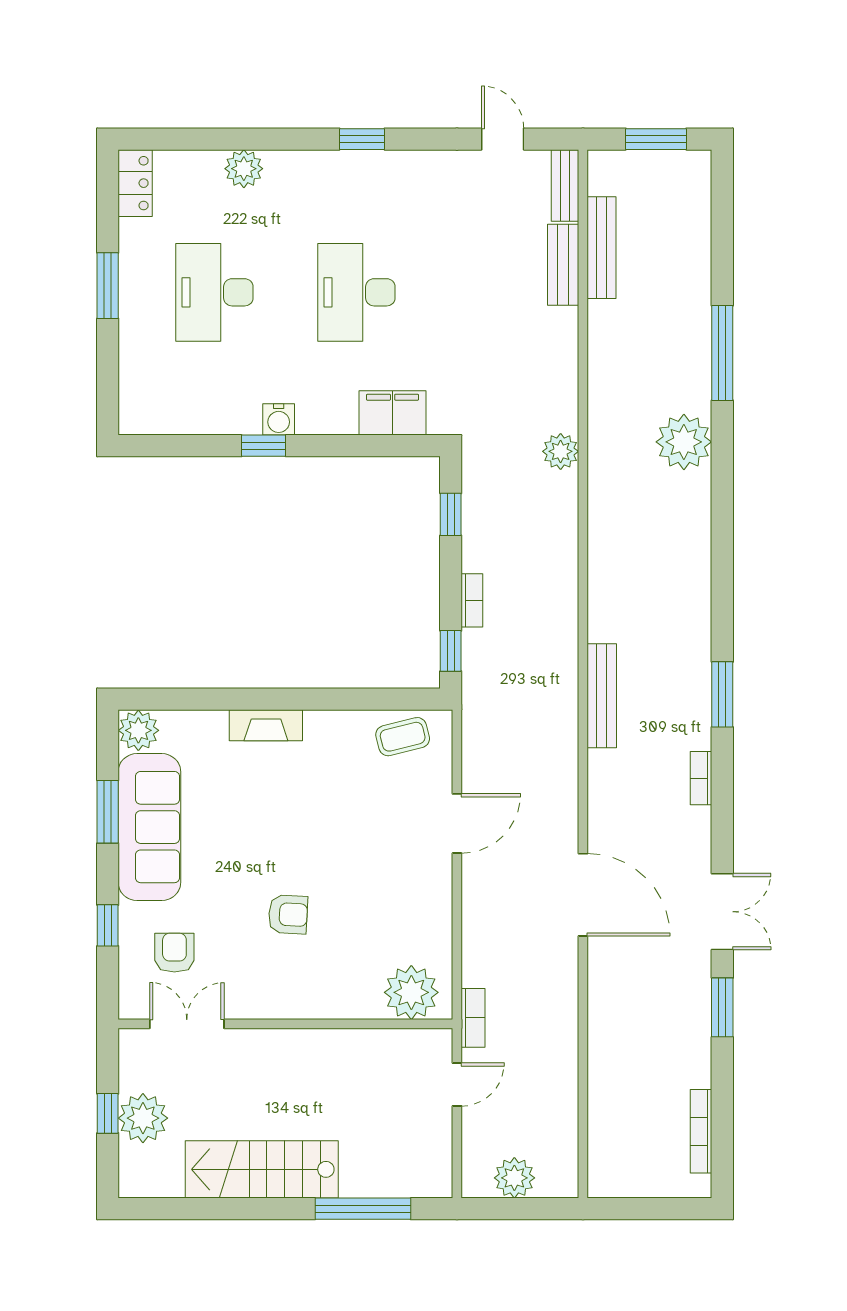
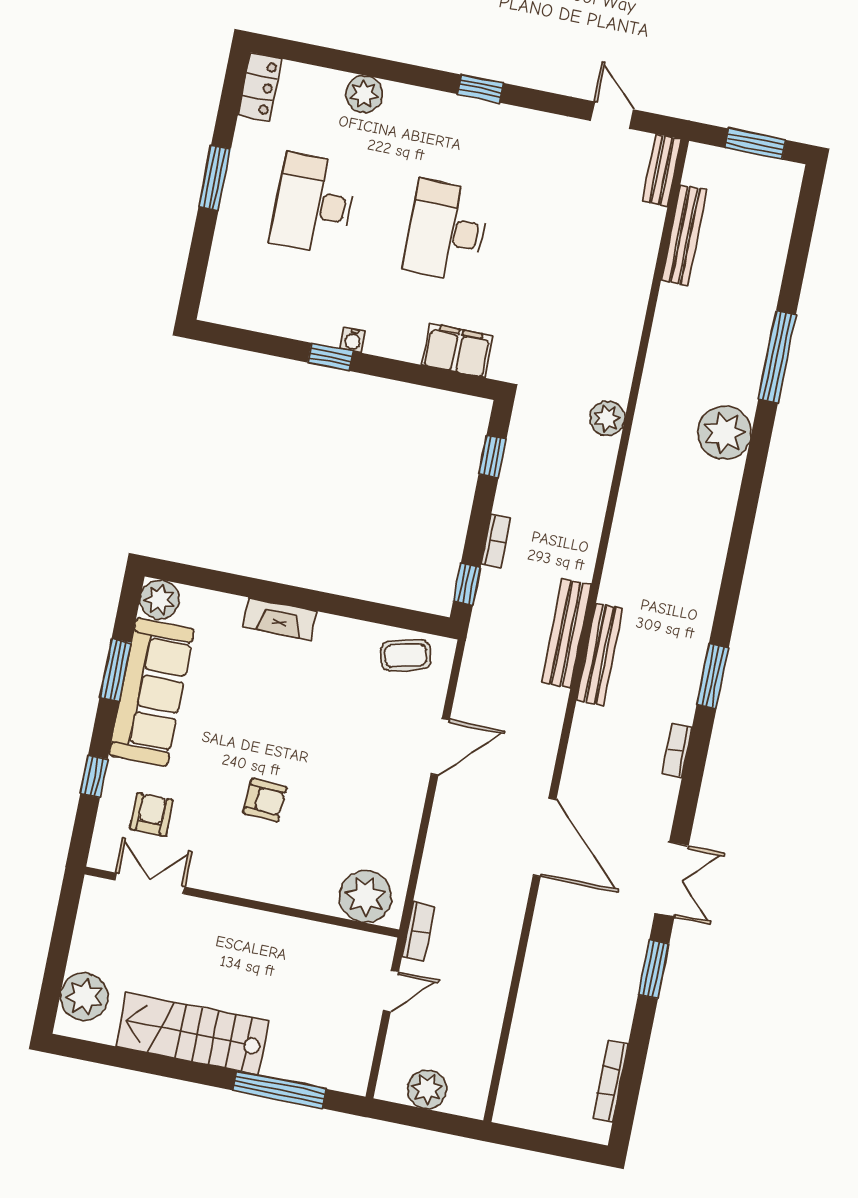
bench: (563, 265) -> (566, 634), moved, width x1.36
water cooler: (279, 419) -> (353, 340), width x0.72, depth x0.72
window: (108, 1113) -> (59, 952), removed
plant: (143, 1118) -> (84, 997), moved

